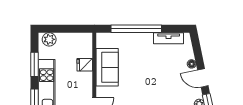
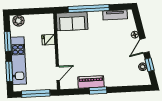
sofa: (107, 67) -> (72, 21), moved, turned 90
door: (203, 78) -> (144, 46), hinge flipped

